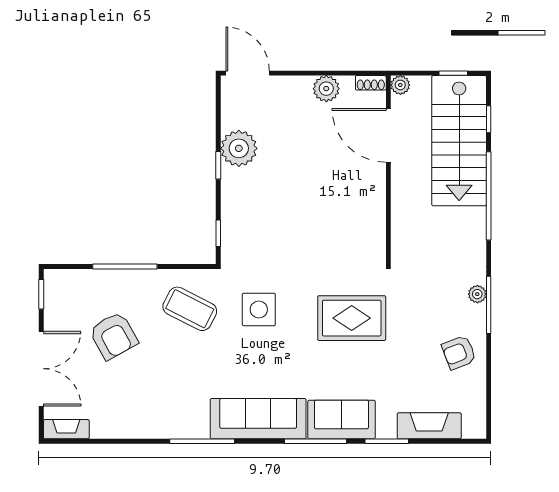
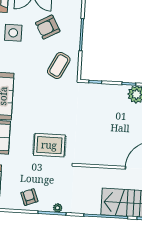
side table: (259, 309) -> (13, 33), moved
rug: (352, 318) -> (49, 145), turned 90

